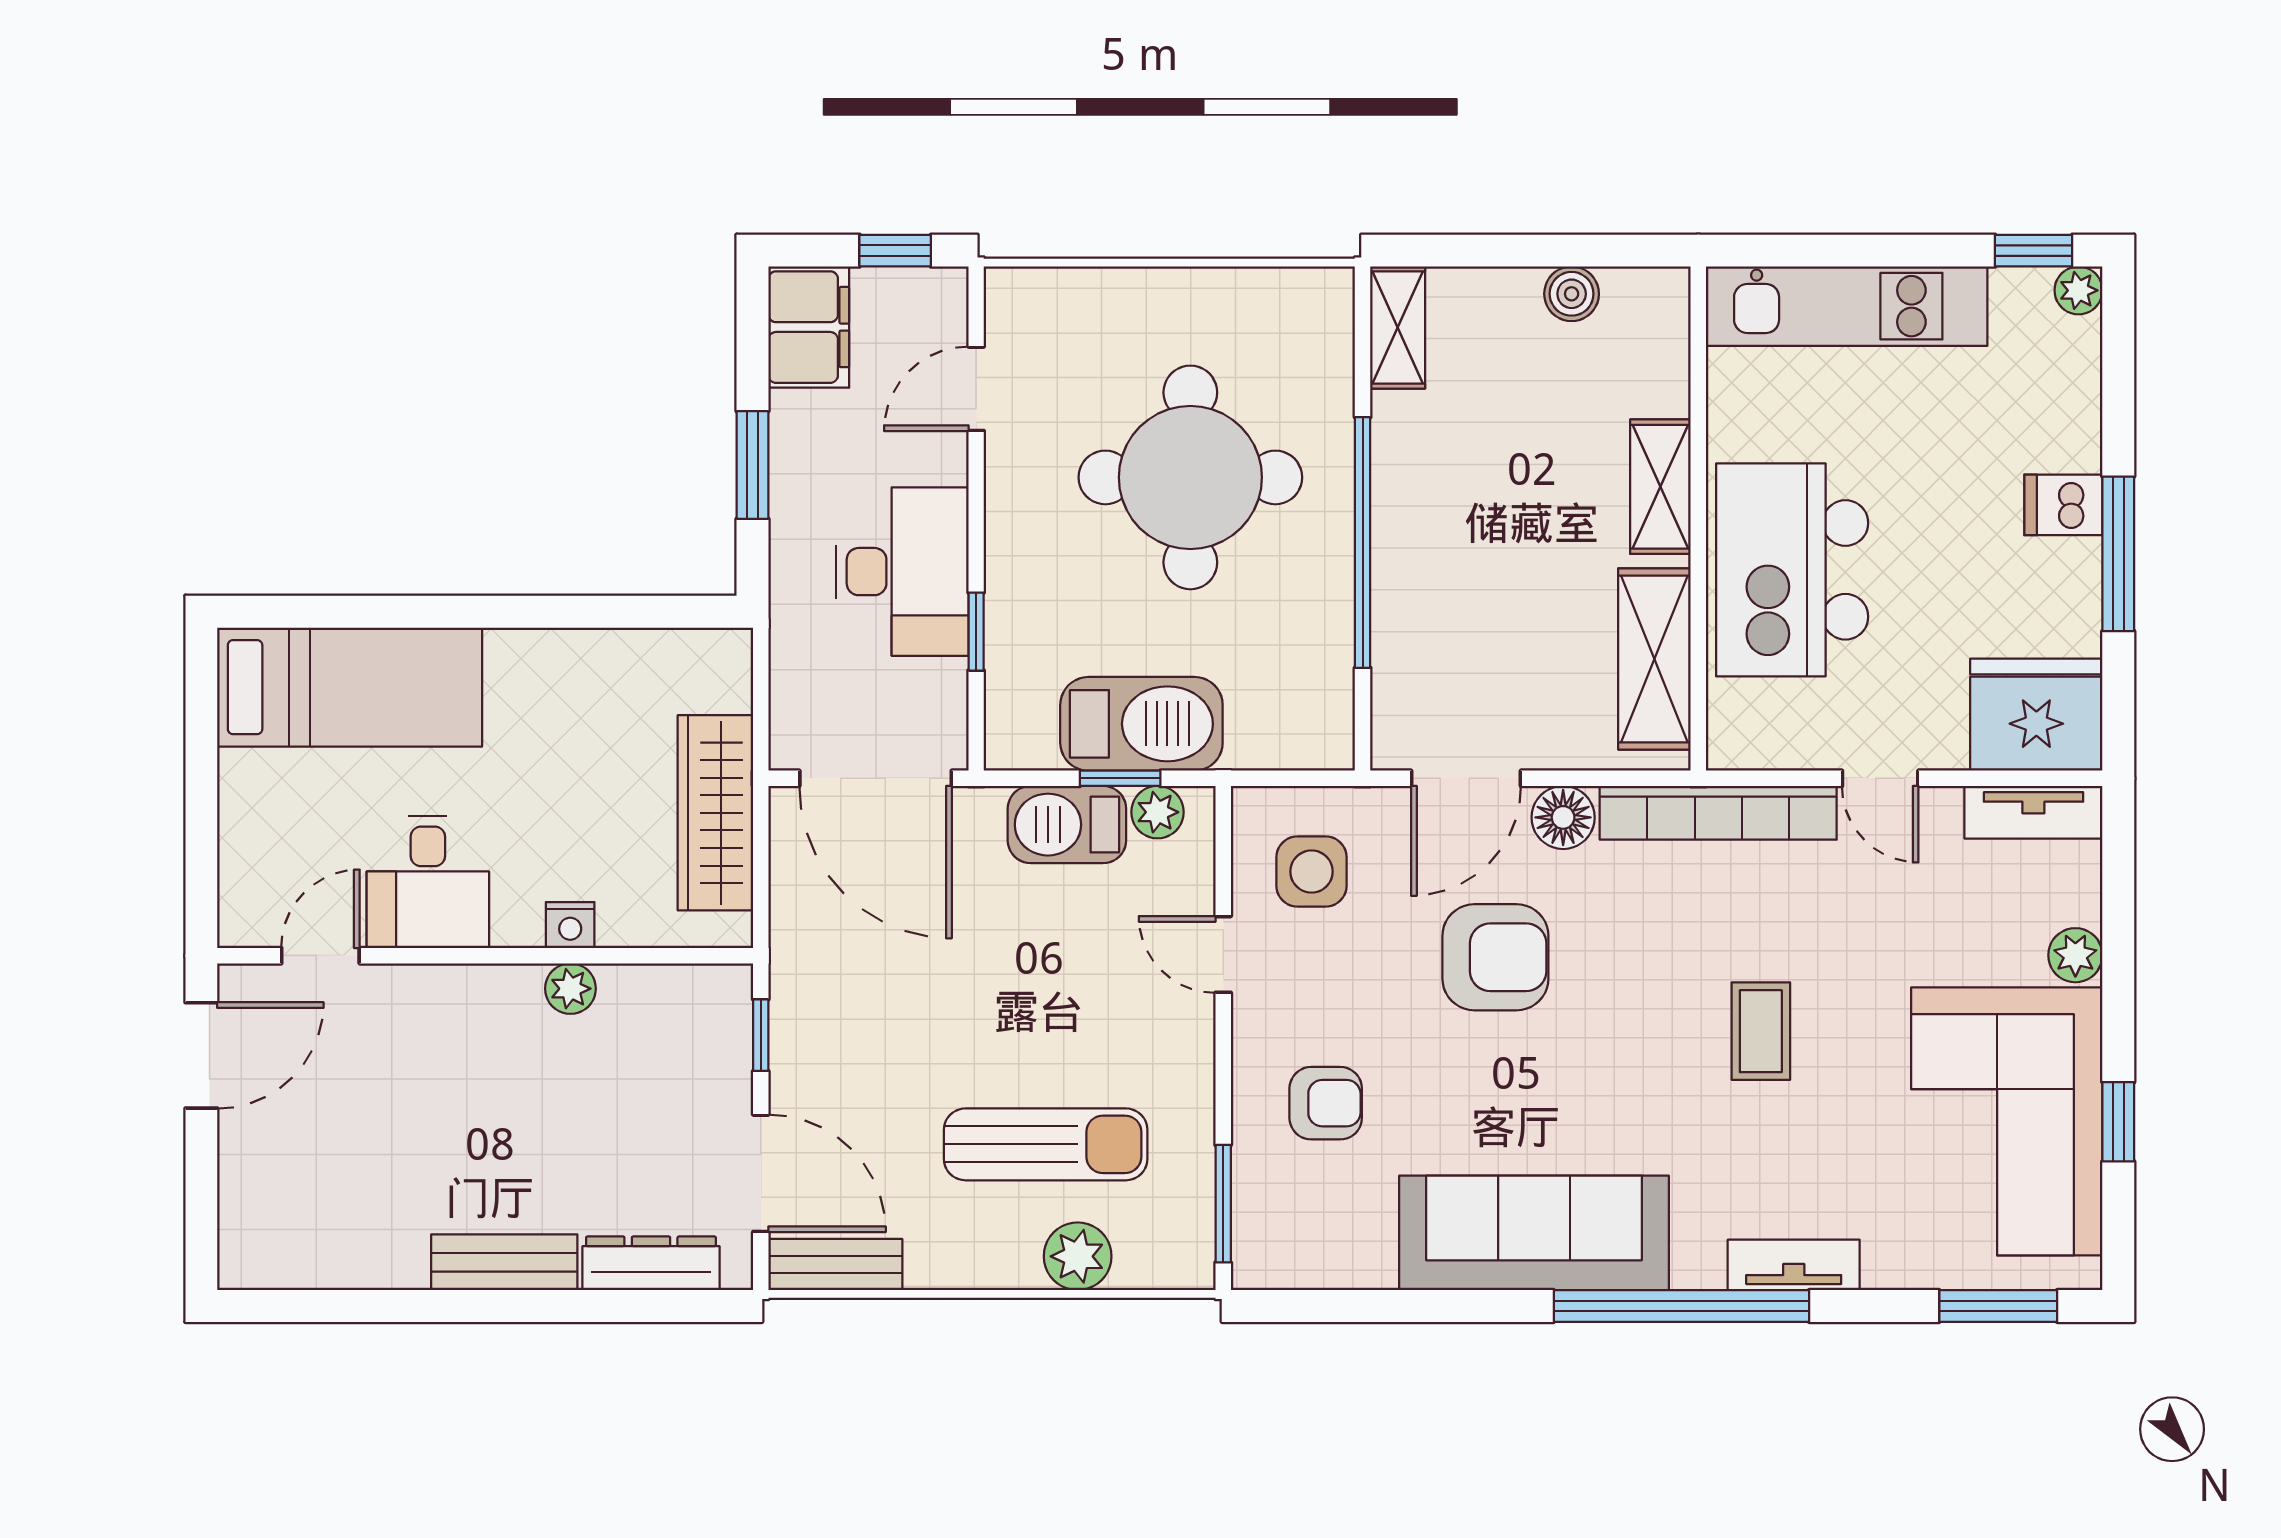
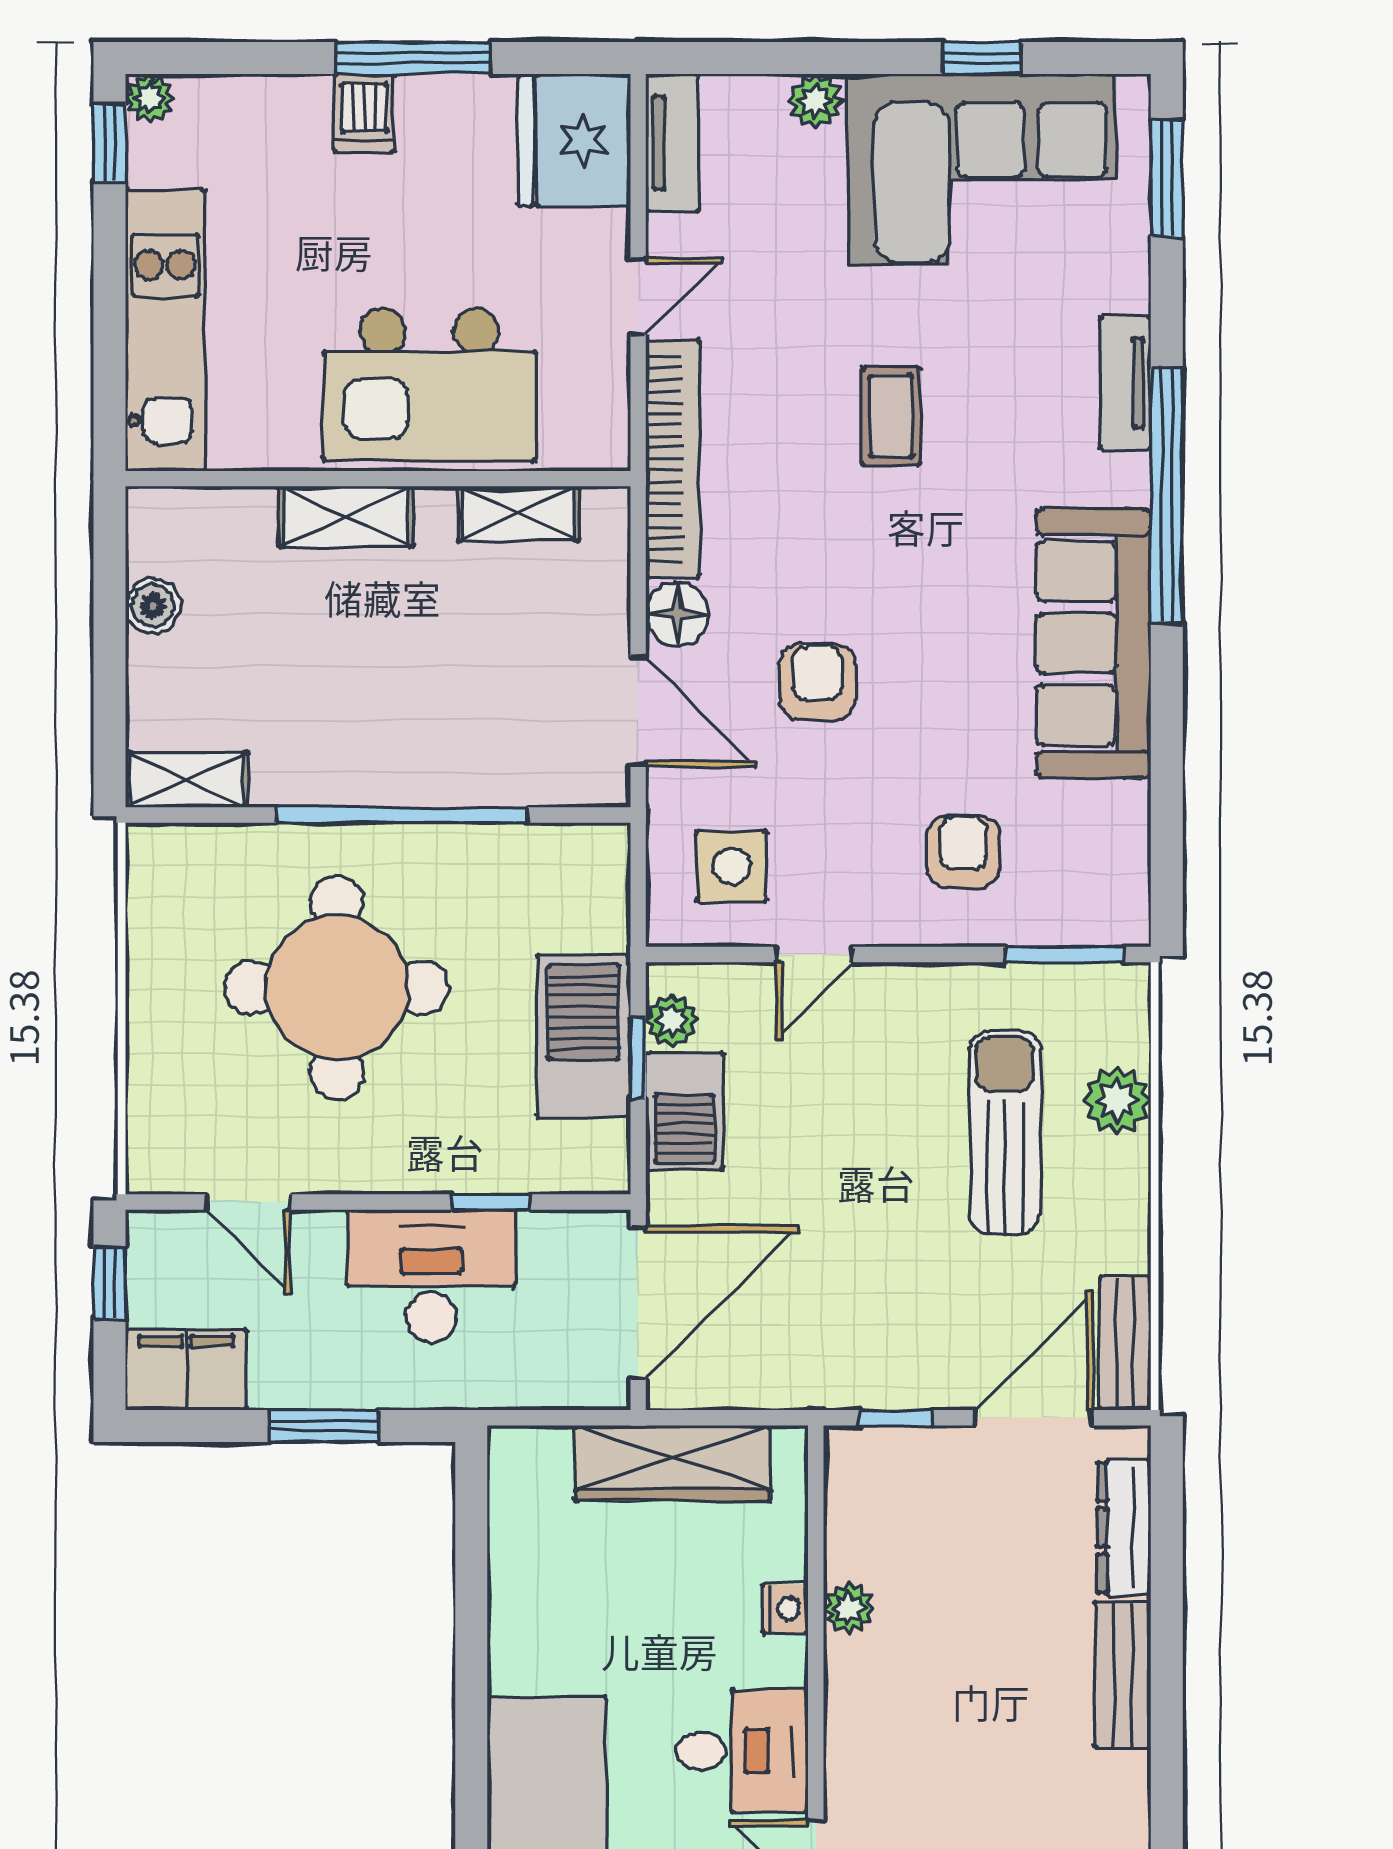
shelving: (1654, 659) -> (519, 513), width x0.67, depth x0.75
armchair: (1495, 957) -> (817, 682), width x0.72, depth x0.72
coffee table: (1761, 1031) -> (891, 416), turned 90

